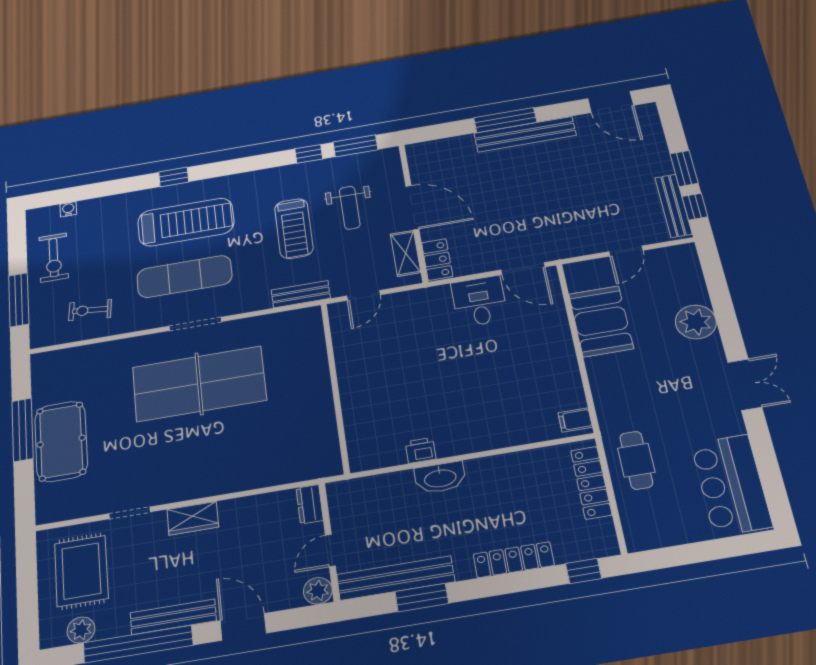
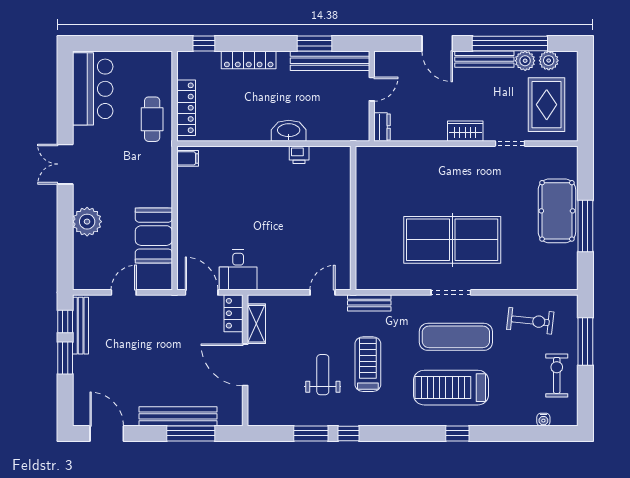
door: (412, 207) -> (245, 365), moved
wall: (413, 212) -> (245, 360), moved
shelving: (406, 253) -> (256, 324), moved
locker: (437, 260) -> (234, 313), moved
exercise bike: (90, 310) -> (530, 321), width x1.38, depth x1.39
plant: (318, 591) -> (525, 61), moved

